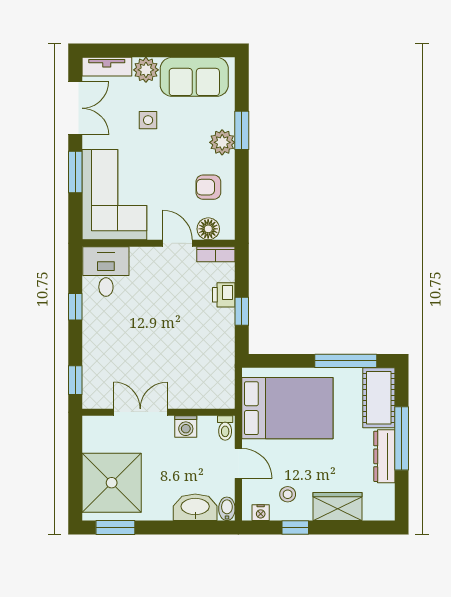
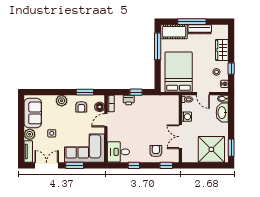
window: (242, 130) -> (85, 92), moved
armchair: (108, 357) -> (156, 151), added
door: (238, 463) -> (203, 94), swing flipped

